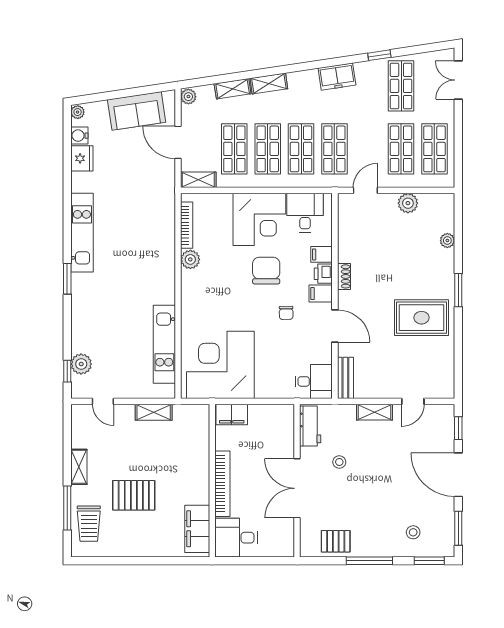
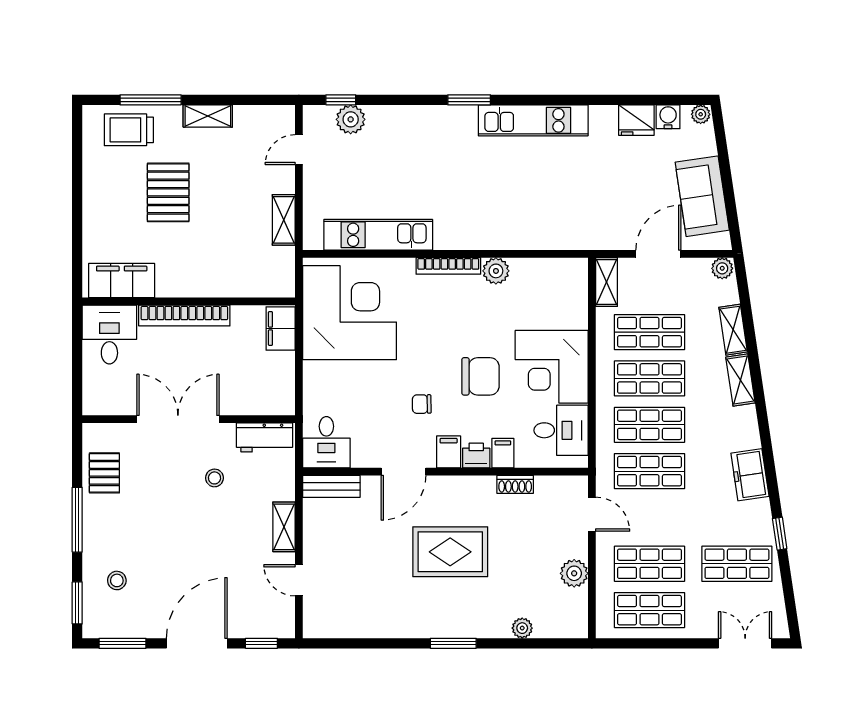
bookcase: (187, 225) -> (448, 266), moved
shoe rack: (344, 276) -> (515, 484), moved
rug: (421, 318) -> (450, 552), moved, turned 90

